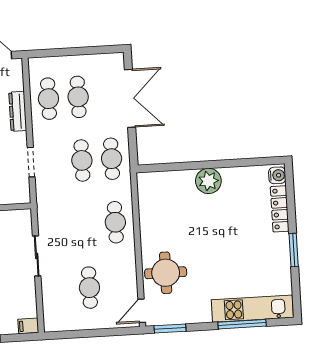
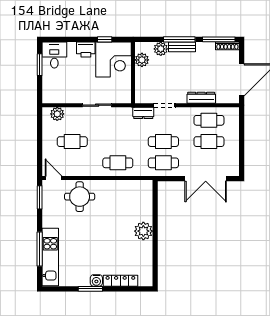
water cooler: (277, 175) -> (96, 280), moved
dresser: (44, 191) -> (143, 113), added
plant: (52, 311) -> (57, 114), added
filing cabinet: (28, 326) -> (47, 96), removed

